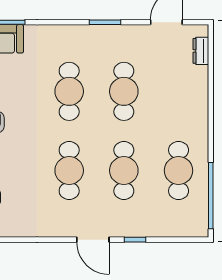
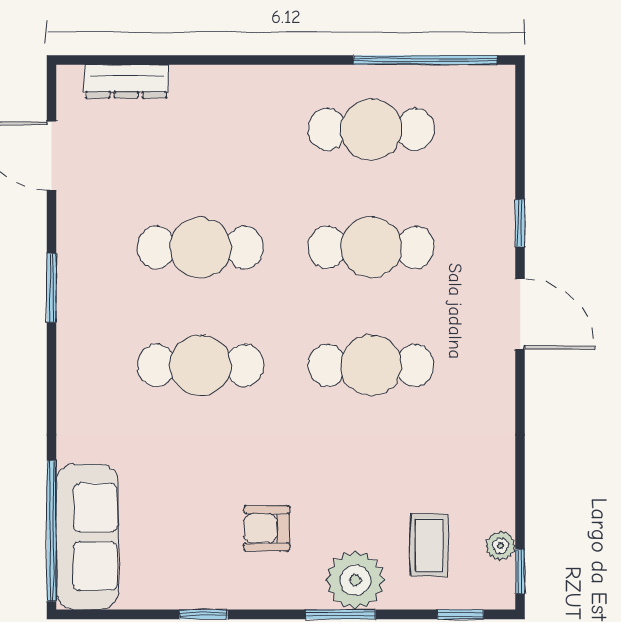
dresser: (201, 51) -> (126, 81), width x1.44
door: (93, 240) -> (520, 314), hinge flipped

